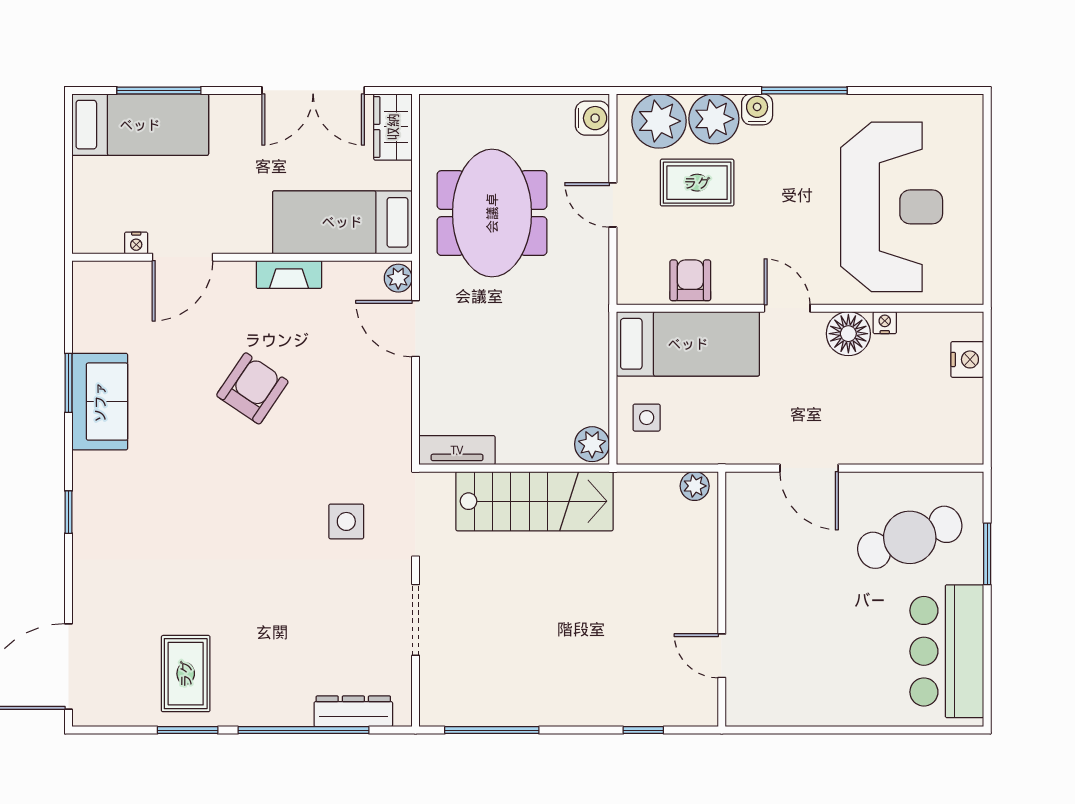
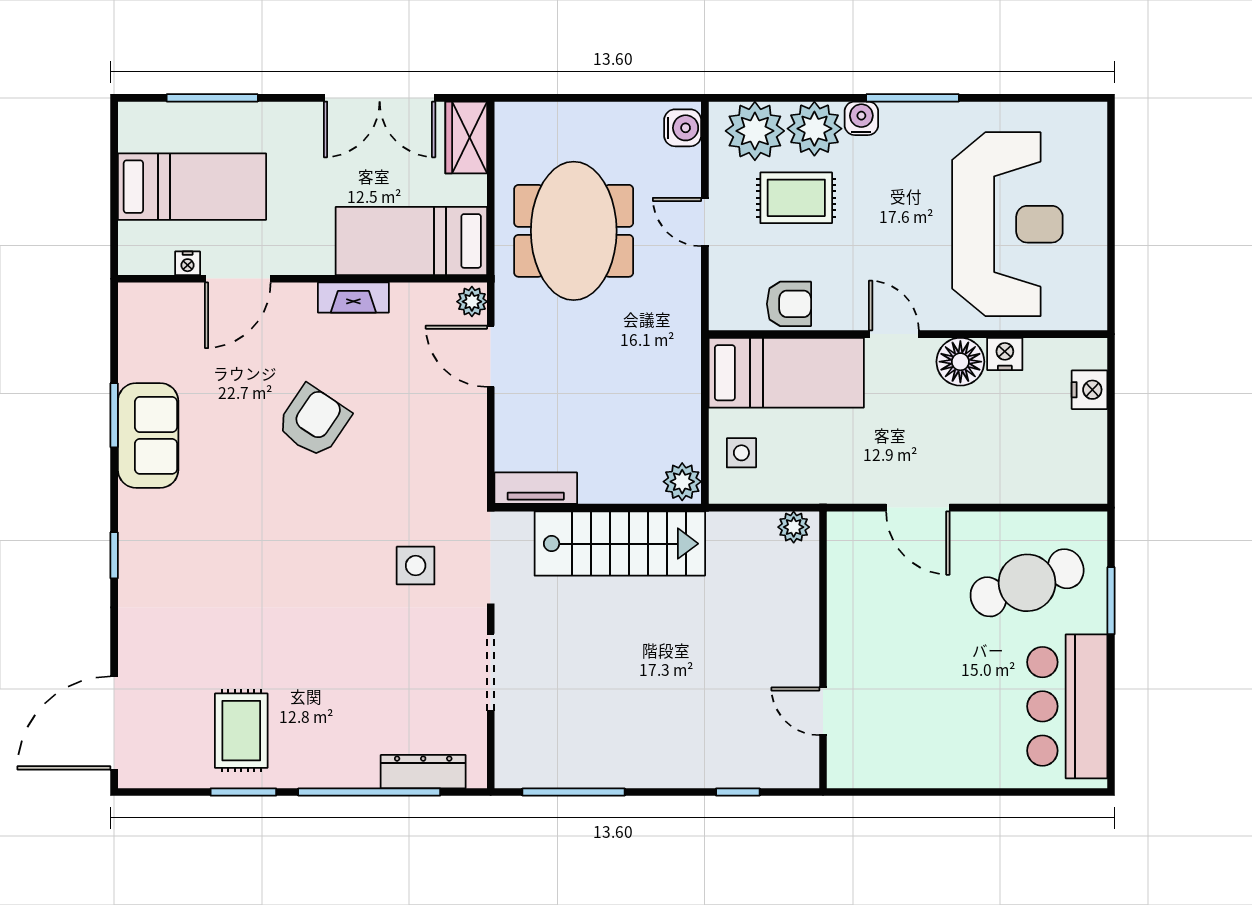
bed: (140, 125) -> (192, 187), moved
armchair: (690, 280) -> (789, 304), turned 90
nightstand: (885, 323) -> (1005, 354), width x1.39, depth x1.35

